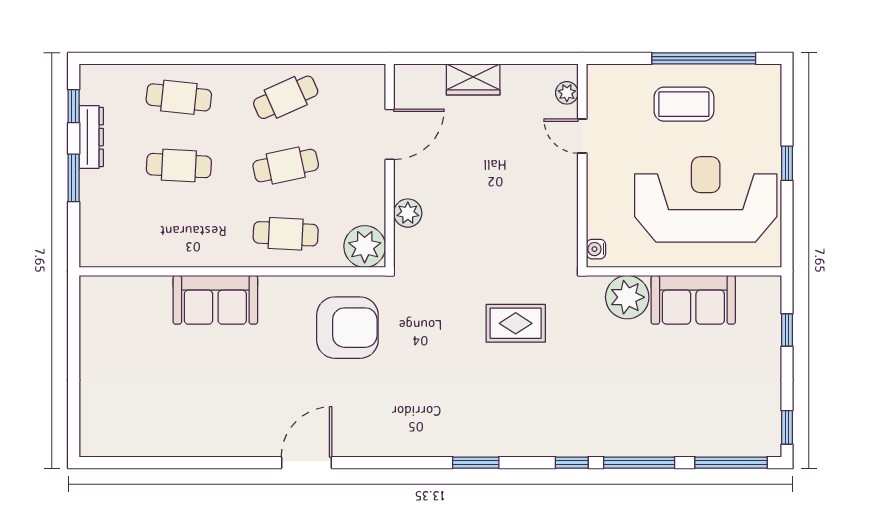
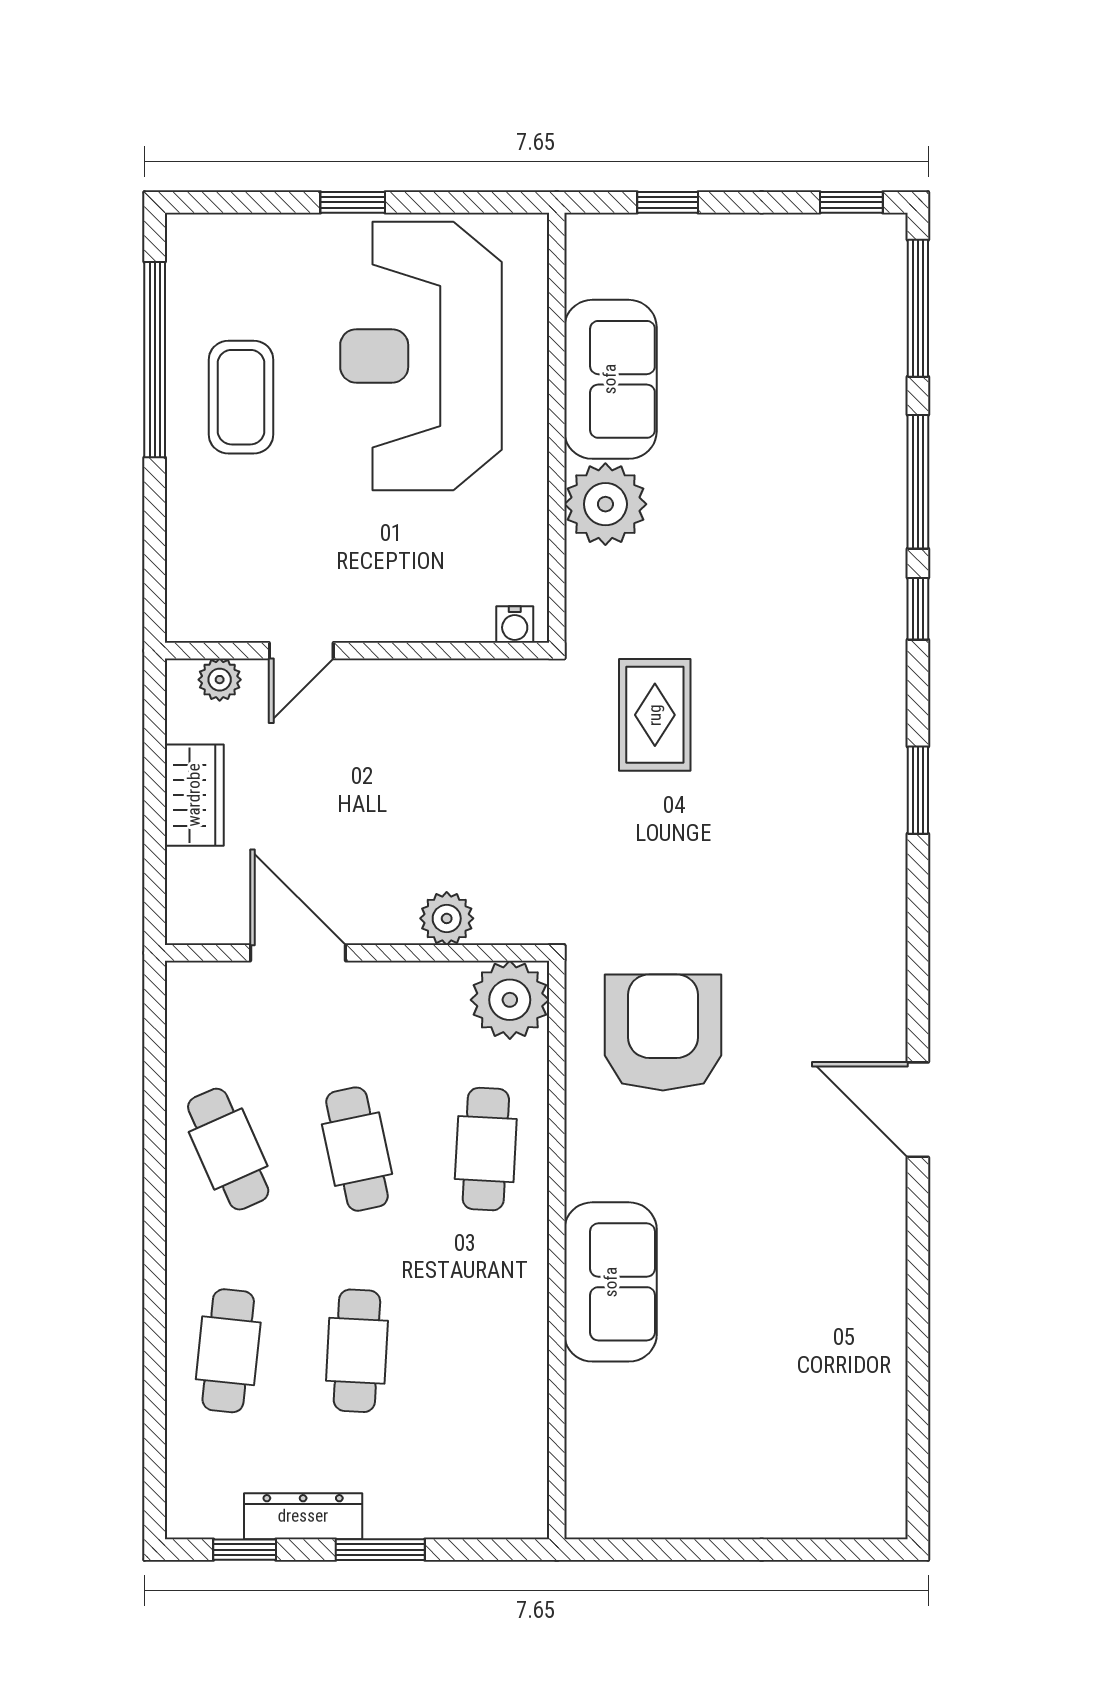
plant: (567, 93) -> (220, 680), moved
door: (582, 136) -> (301, 651), moved
wall: (582, 166) -> (357, 651), moved
water cooler: (596, 249) -> (515, 625), moved

